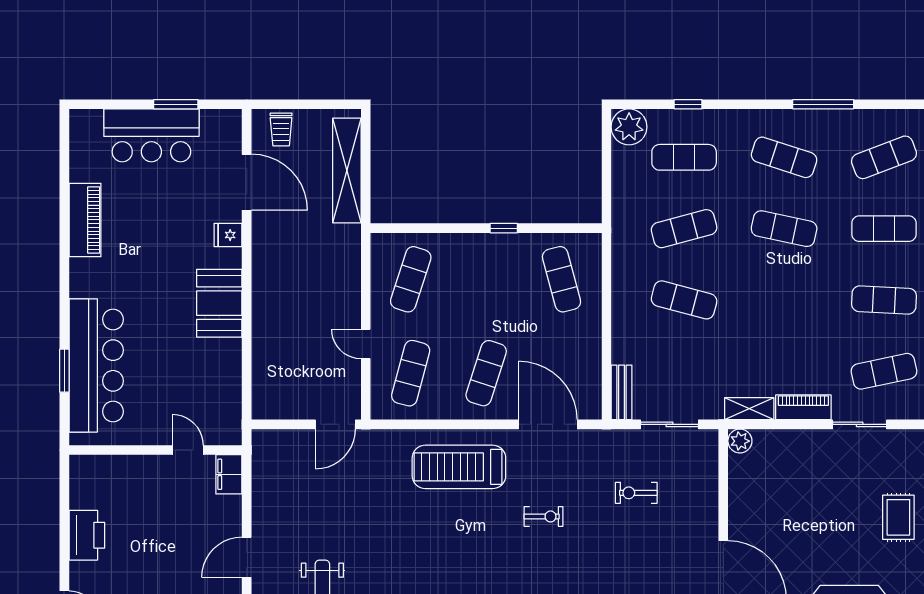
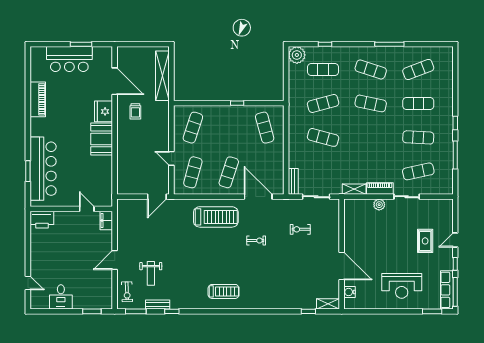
trolley: (281, 129) -> (135, 111), moved
fridge: (228, 235) -> (104, 111), width x1.88, depth x1.34
plant: (740, 441) -> (379, 205), moved
treadmill: (459, 467) -> (216, 217), turned 180
printer: (87, 535) -> (42, 220), moved, turned 90

